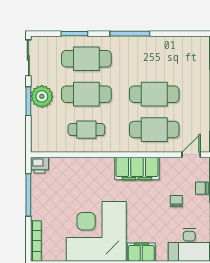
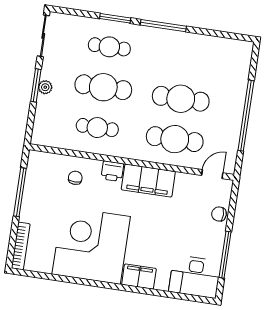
window: (74, 34) -> (115, 18), moved
cafe table: (86, 59) -> (109, 47), width x0.73, depth x0.74
plant: (42, 96) -> (45, 87), width x0.53, depth x0.53
printer: (39, 165) -> (112, 171), moved
chair: (176, 201) -> (75, 178), moved

